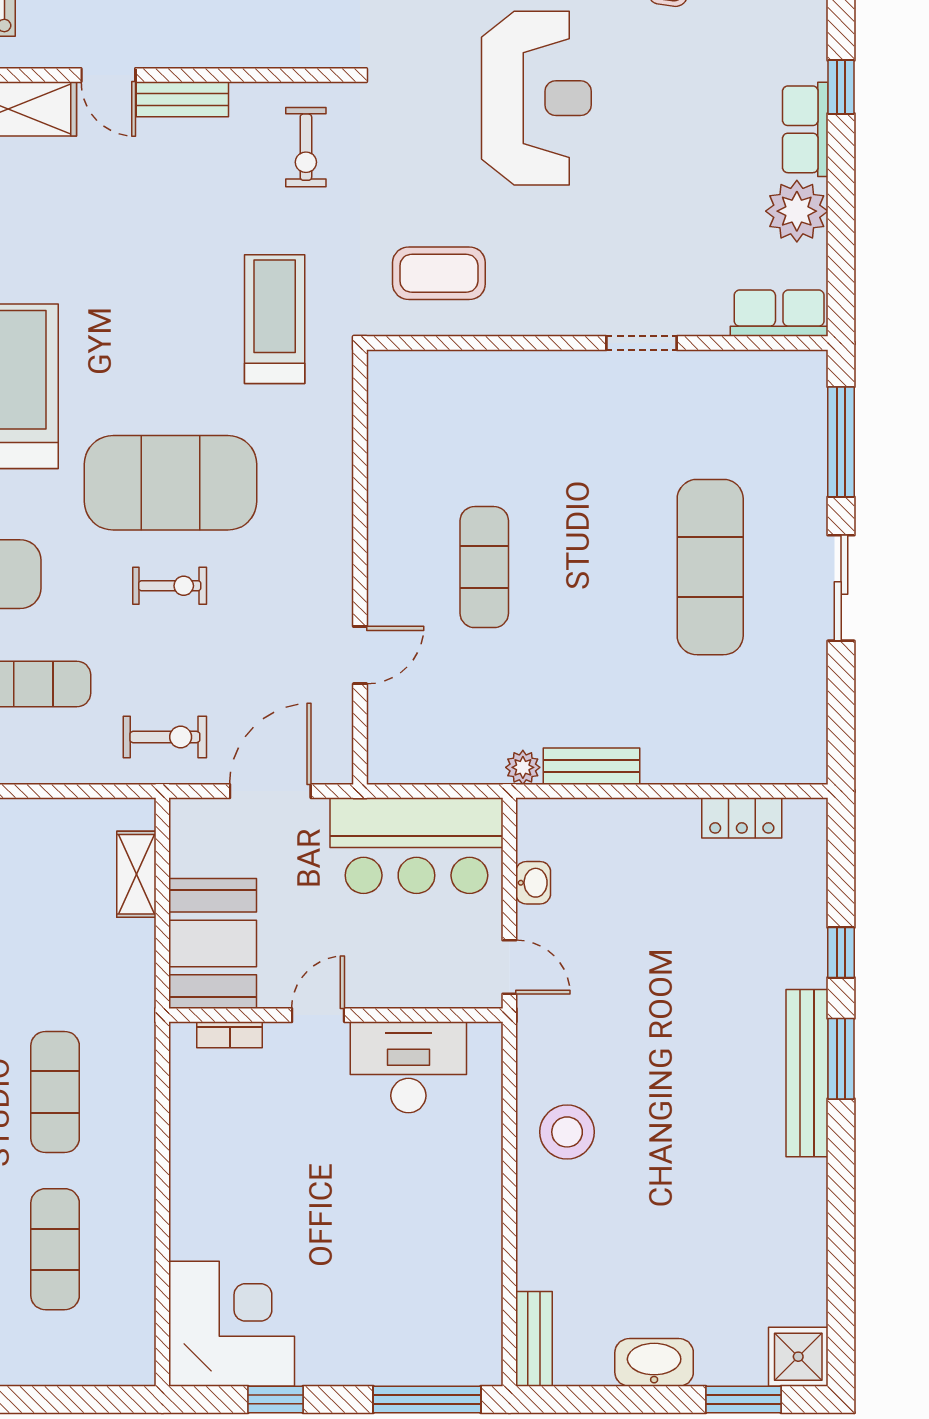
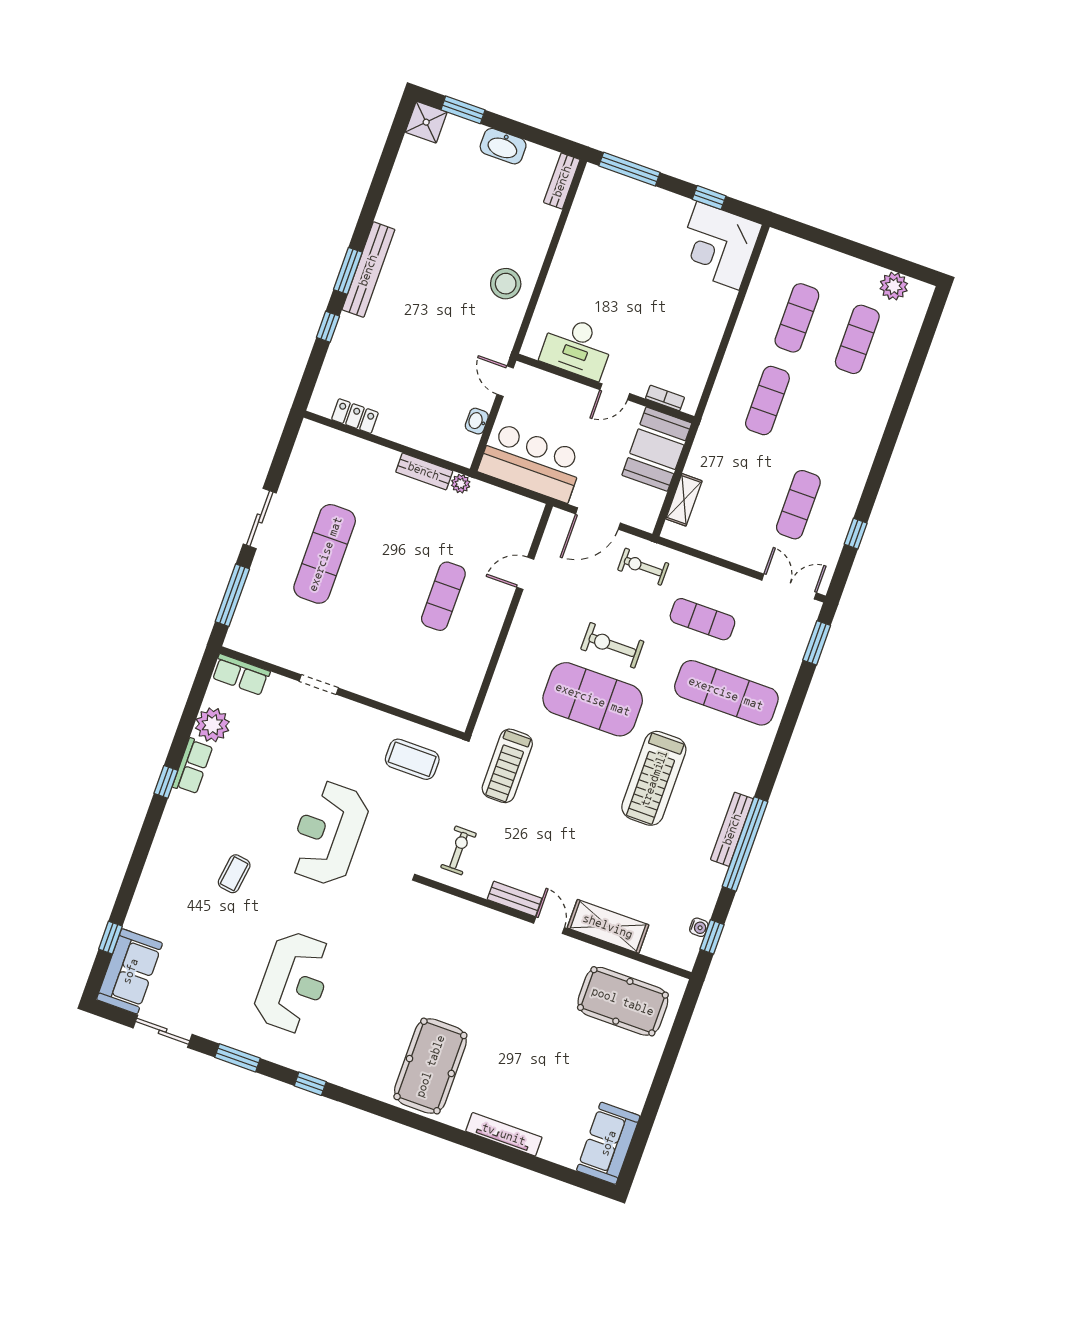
exercise bike: (170, 586) -> (612, 645), width x1.38, depth x1.39

